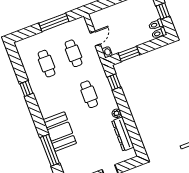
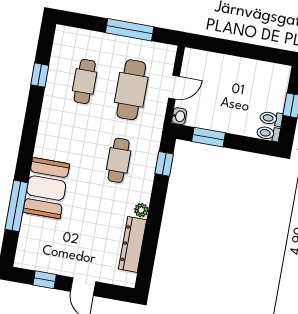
cafe table: (74, 53) -> (131, 90), width x1.37, depth x1.35
window: (26, 89) -> (40, 75), moved

